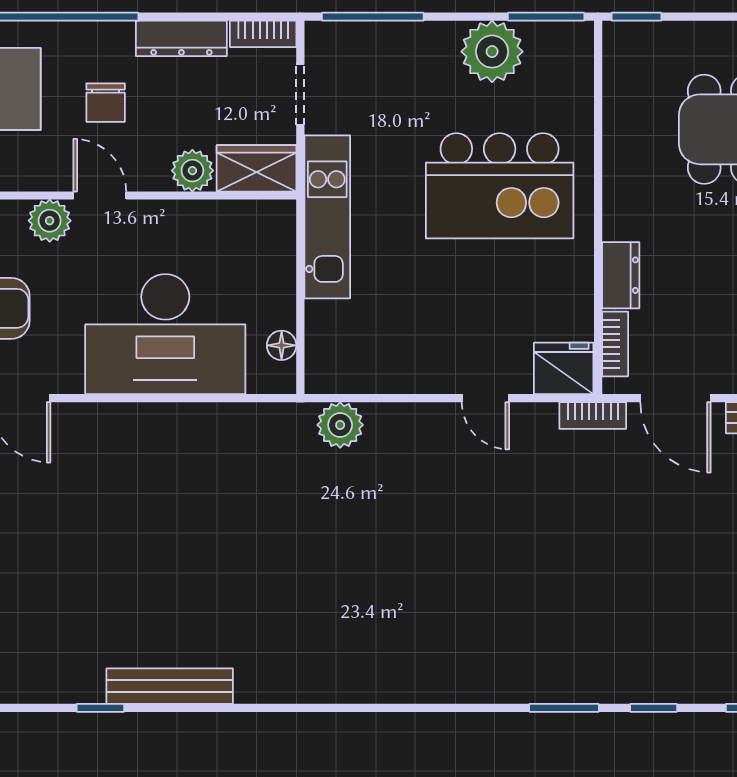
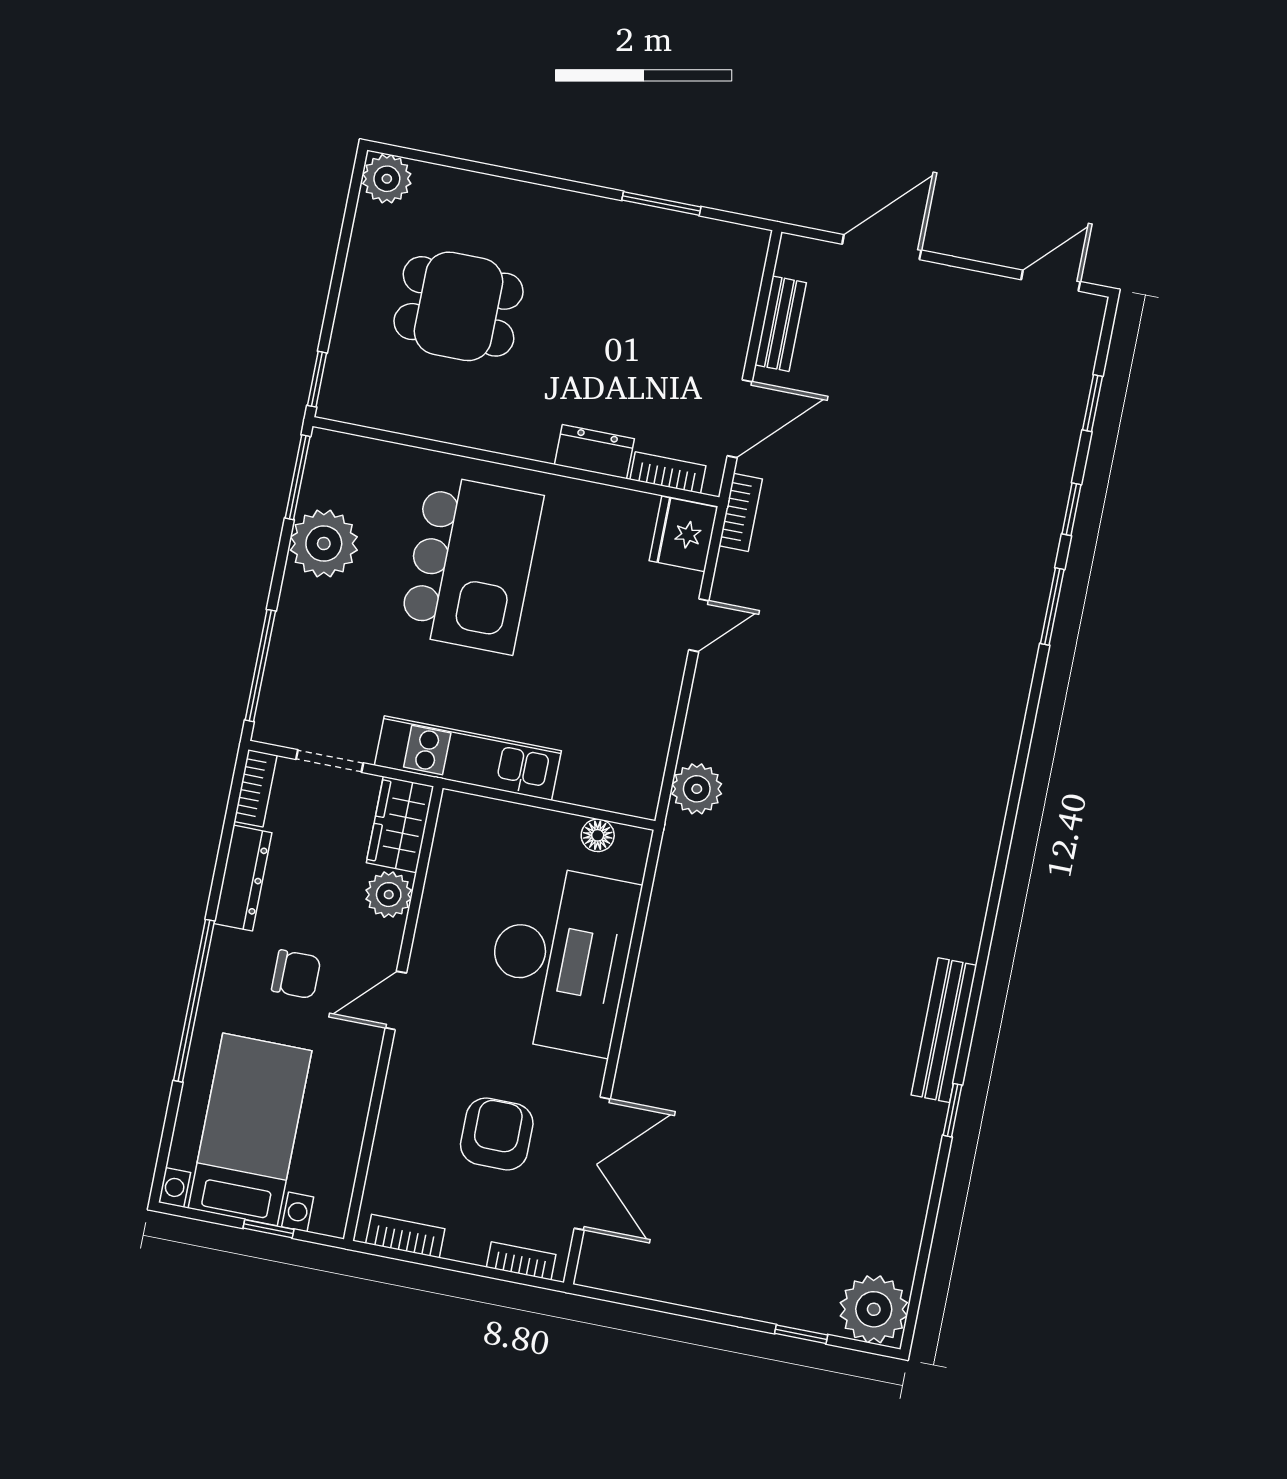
plant: (50, 221) -> (412, 1060), removed

